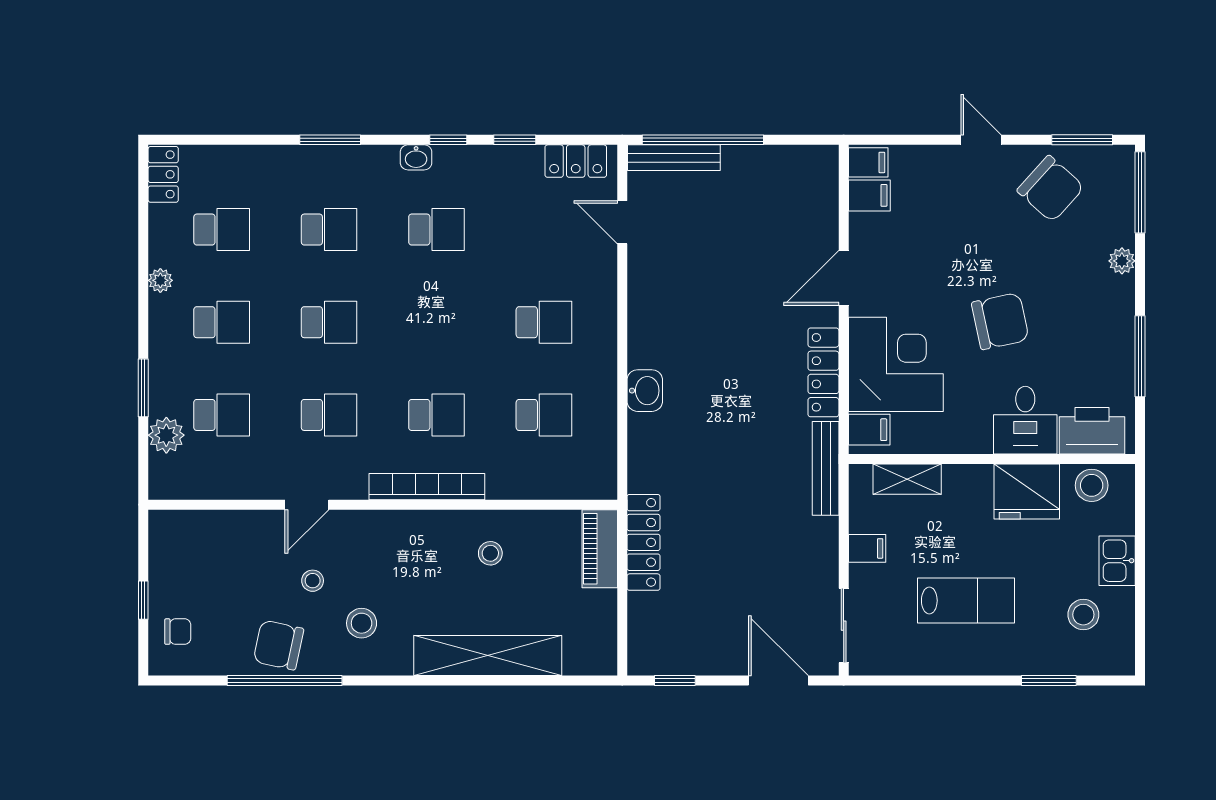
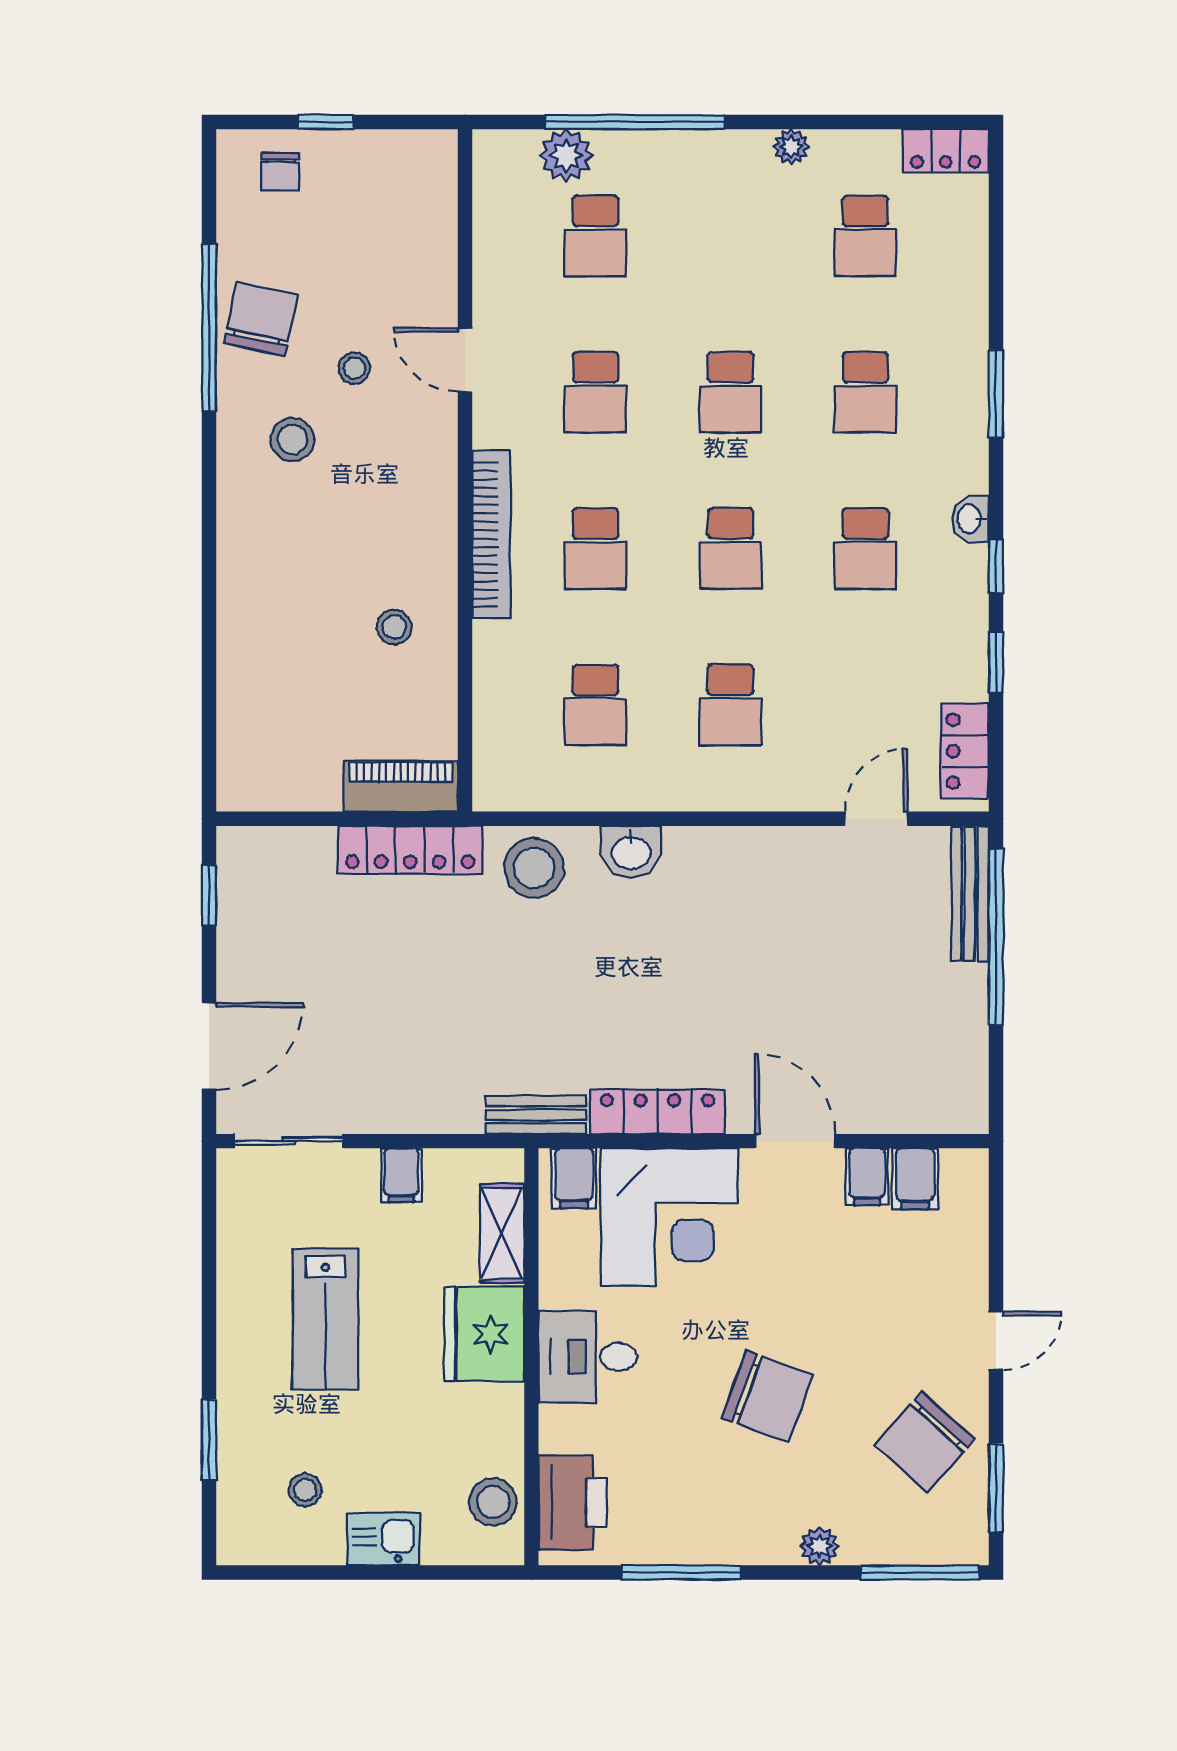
filing cabinet: (868, 162) -> (867, 1177), moved
chair: (1000, 321) -> (767, 1397), moved, turned -58
school desk: (222, 322) -> (730, 549), moved
window: (143, 388) -> (635, 122), width x2.11
desk: (1025, 420) -> (588, 1357), moved
stool: (656, 457) -> (534, 868), added
bench: (826, 468) -> (536, 1115), width x0.73
fridge: (1027, 491) -> (484, 1334), moved
stool: (1083, 615) -> (305, 1490), width x0.73, depth x0.73
shelving: (488, 655) -> (245, 623), removed

